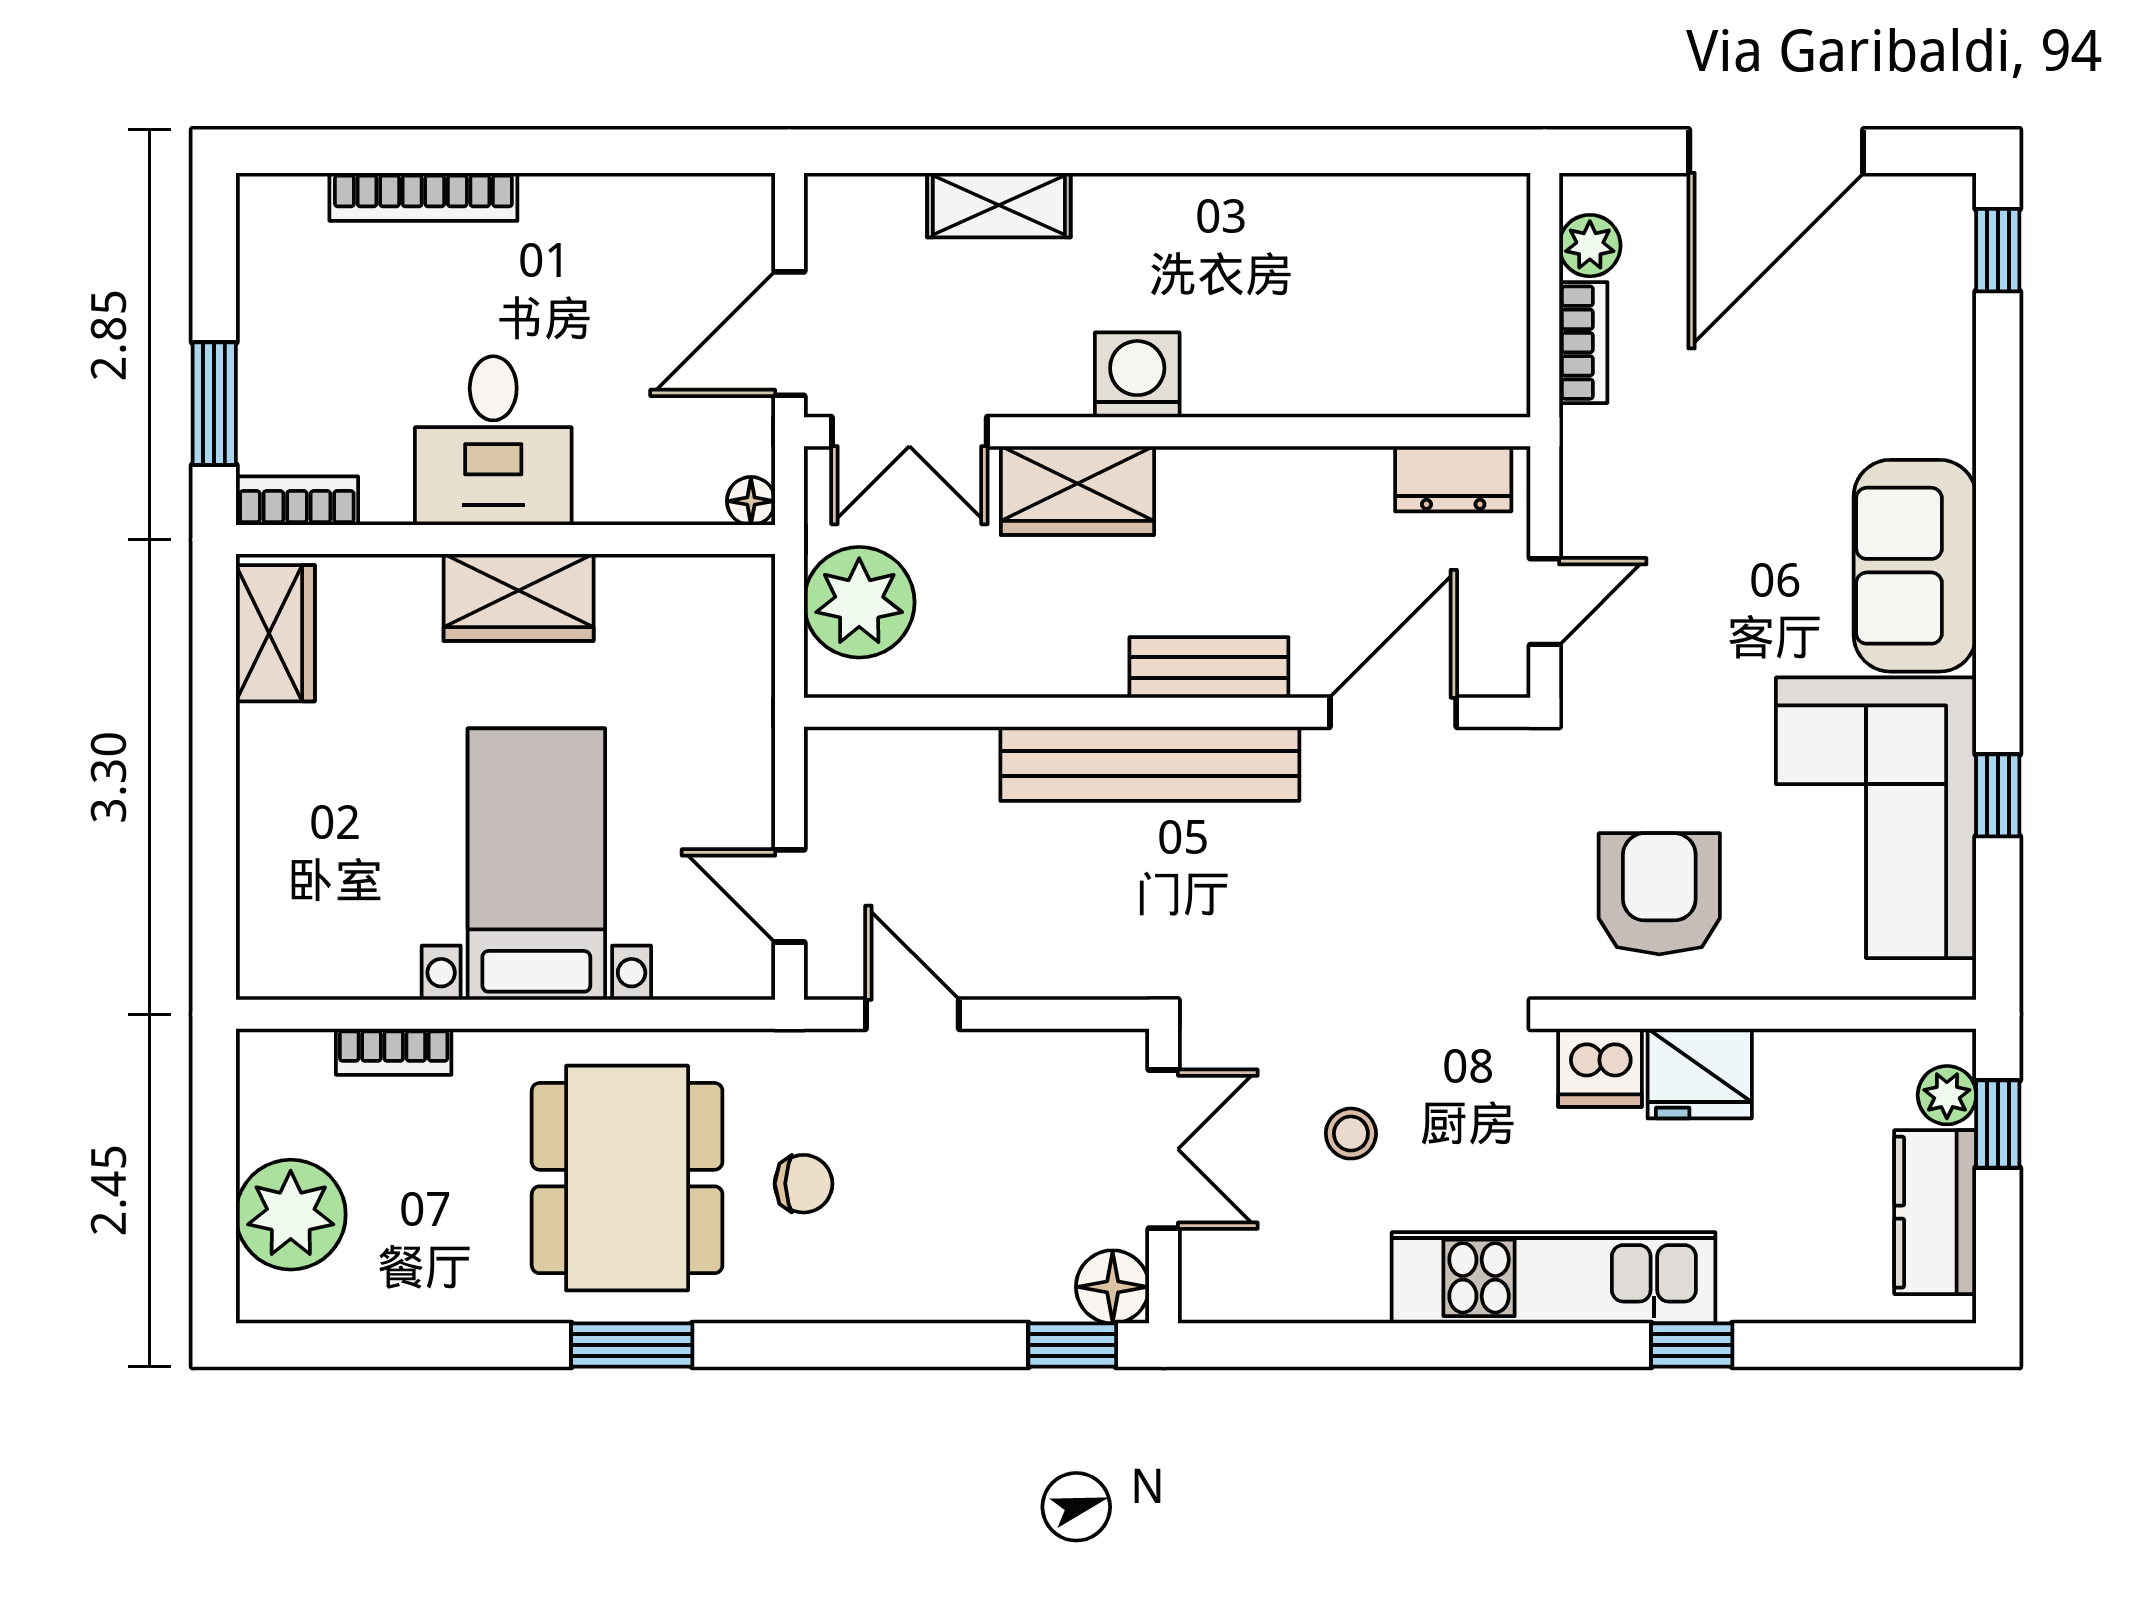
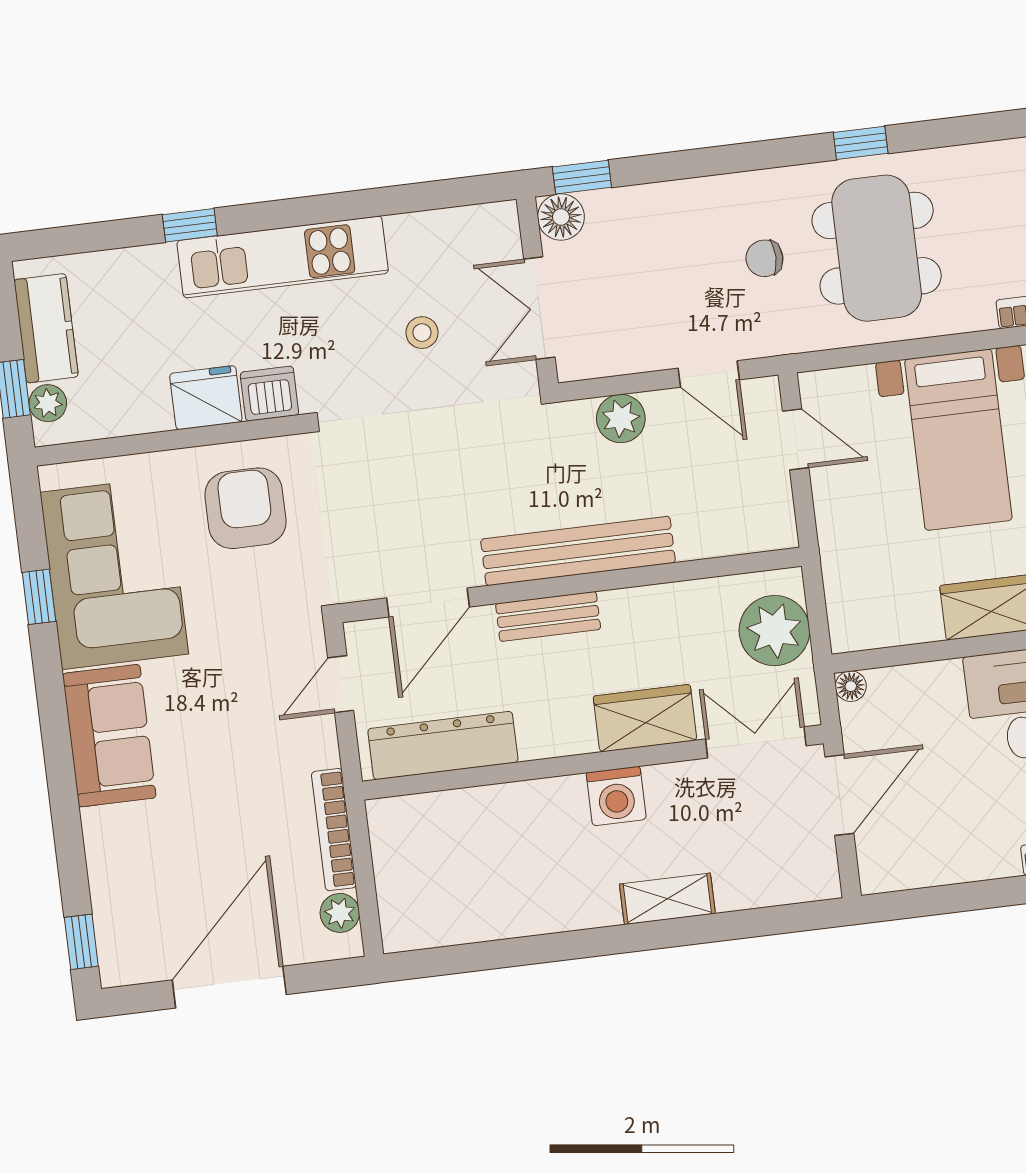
shelving: (999, 205) -> (667, 899), moved
bookcase: (1583, 343) -> (334, 830), width x1.56
dresser: (1453, 479) -> (443, 745), width x1.96, depth x1.24
armchair: (1659, 894) -> (245, 508), turned 180
plant: (1058, 962) -> (621, 419), added
window: (632, 1345) -> (861, 143), width x0.67

